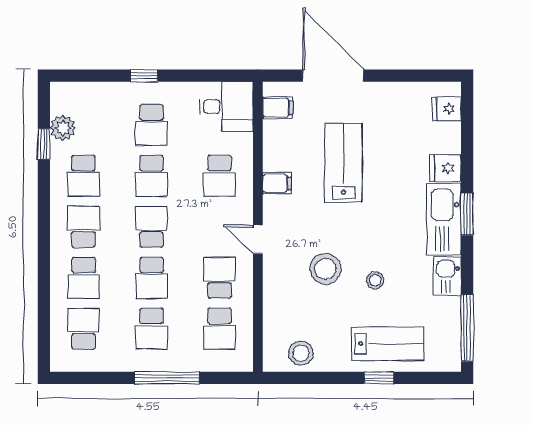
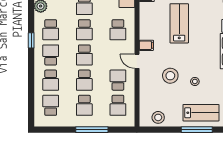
window: (44, 144) -> (31, 40), moved
filing cabinet: (277, 183) -> (146, 45), moved
school desk: (151, 227) -> (84, 55), turned 180
window: (379, 378) -> (197, 130), width x2.17

